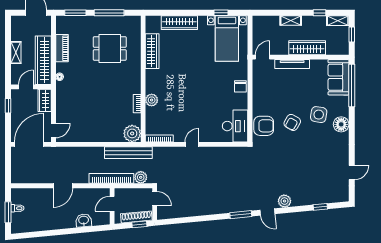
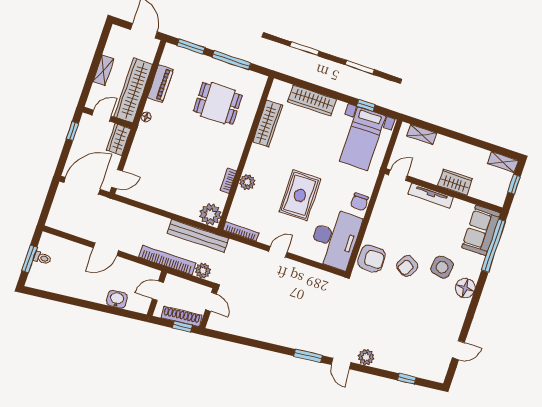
window: (320, 13) -> (484, 145), removed
shelving: (291, 20) -> (422, 134), moved
wardrobe: (307, 48) -> (455, 182), width x0.67
rug: (194, 97) -> (300, 195), added
desk: (235, 126) -> (335, 239), width x1.36, depth x1.30

